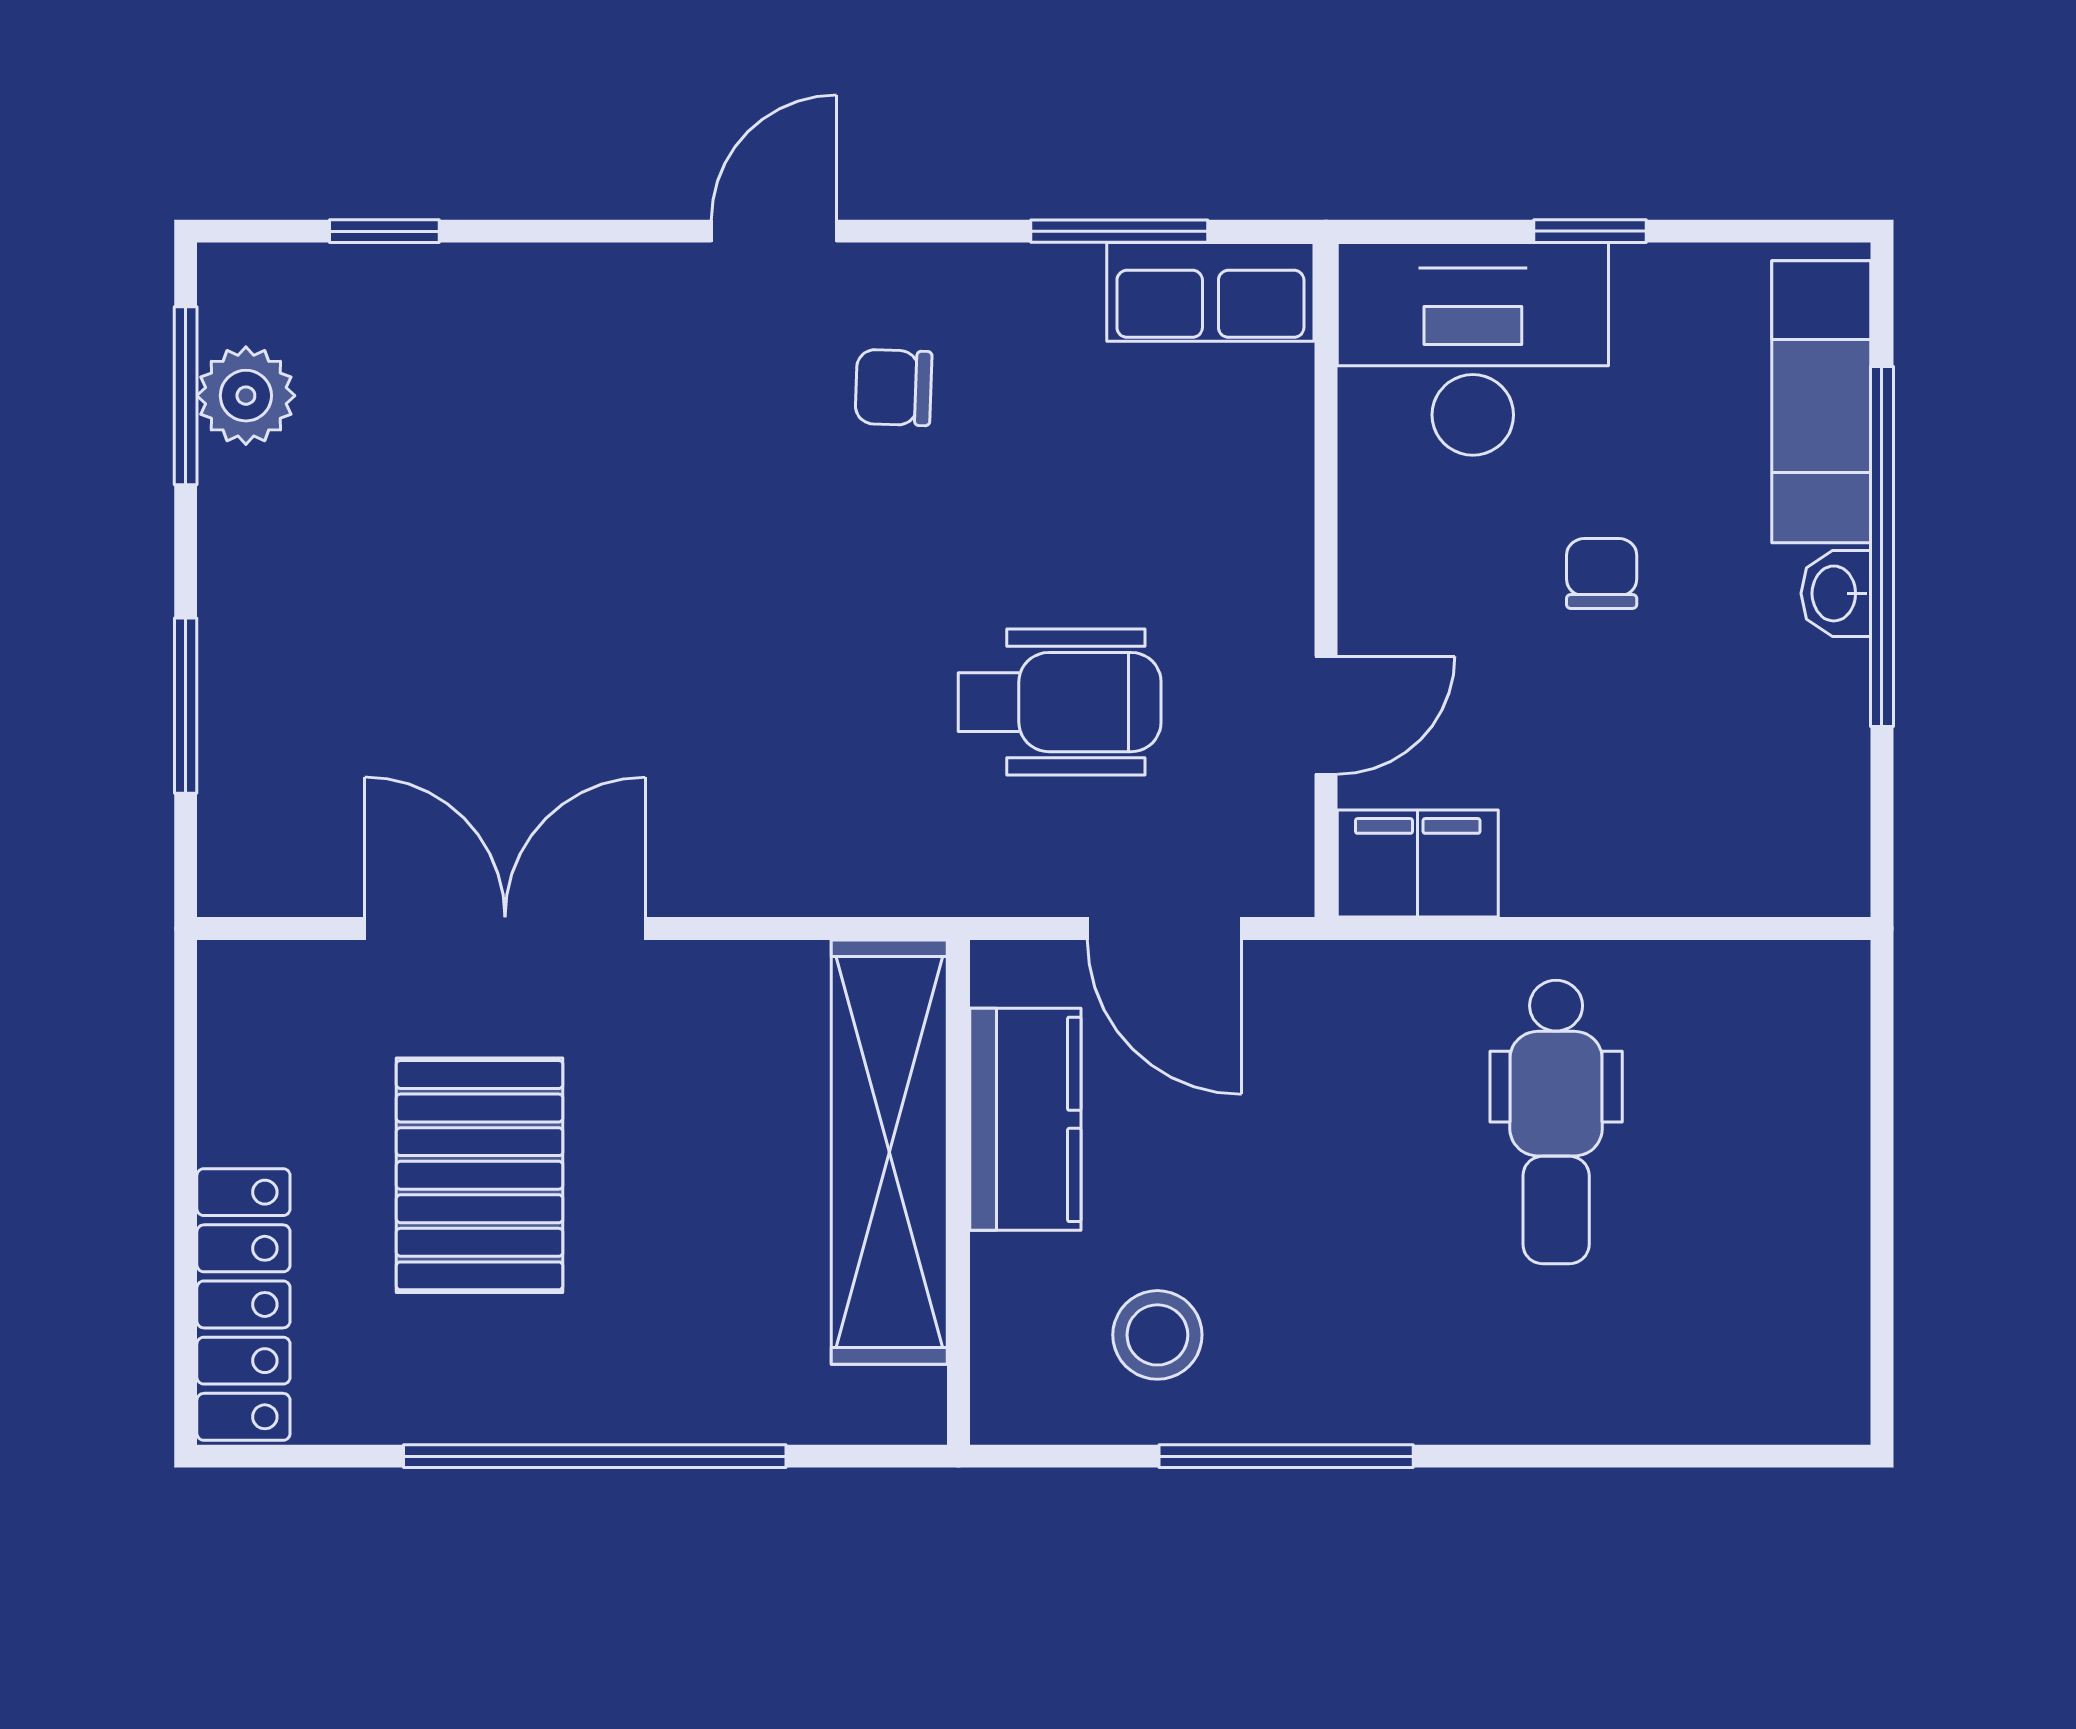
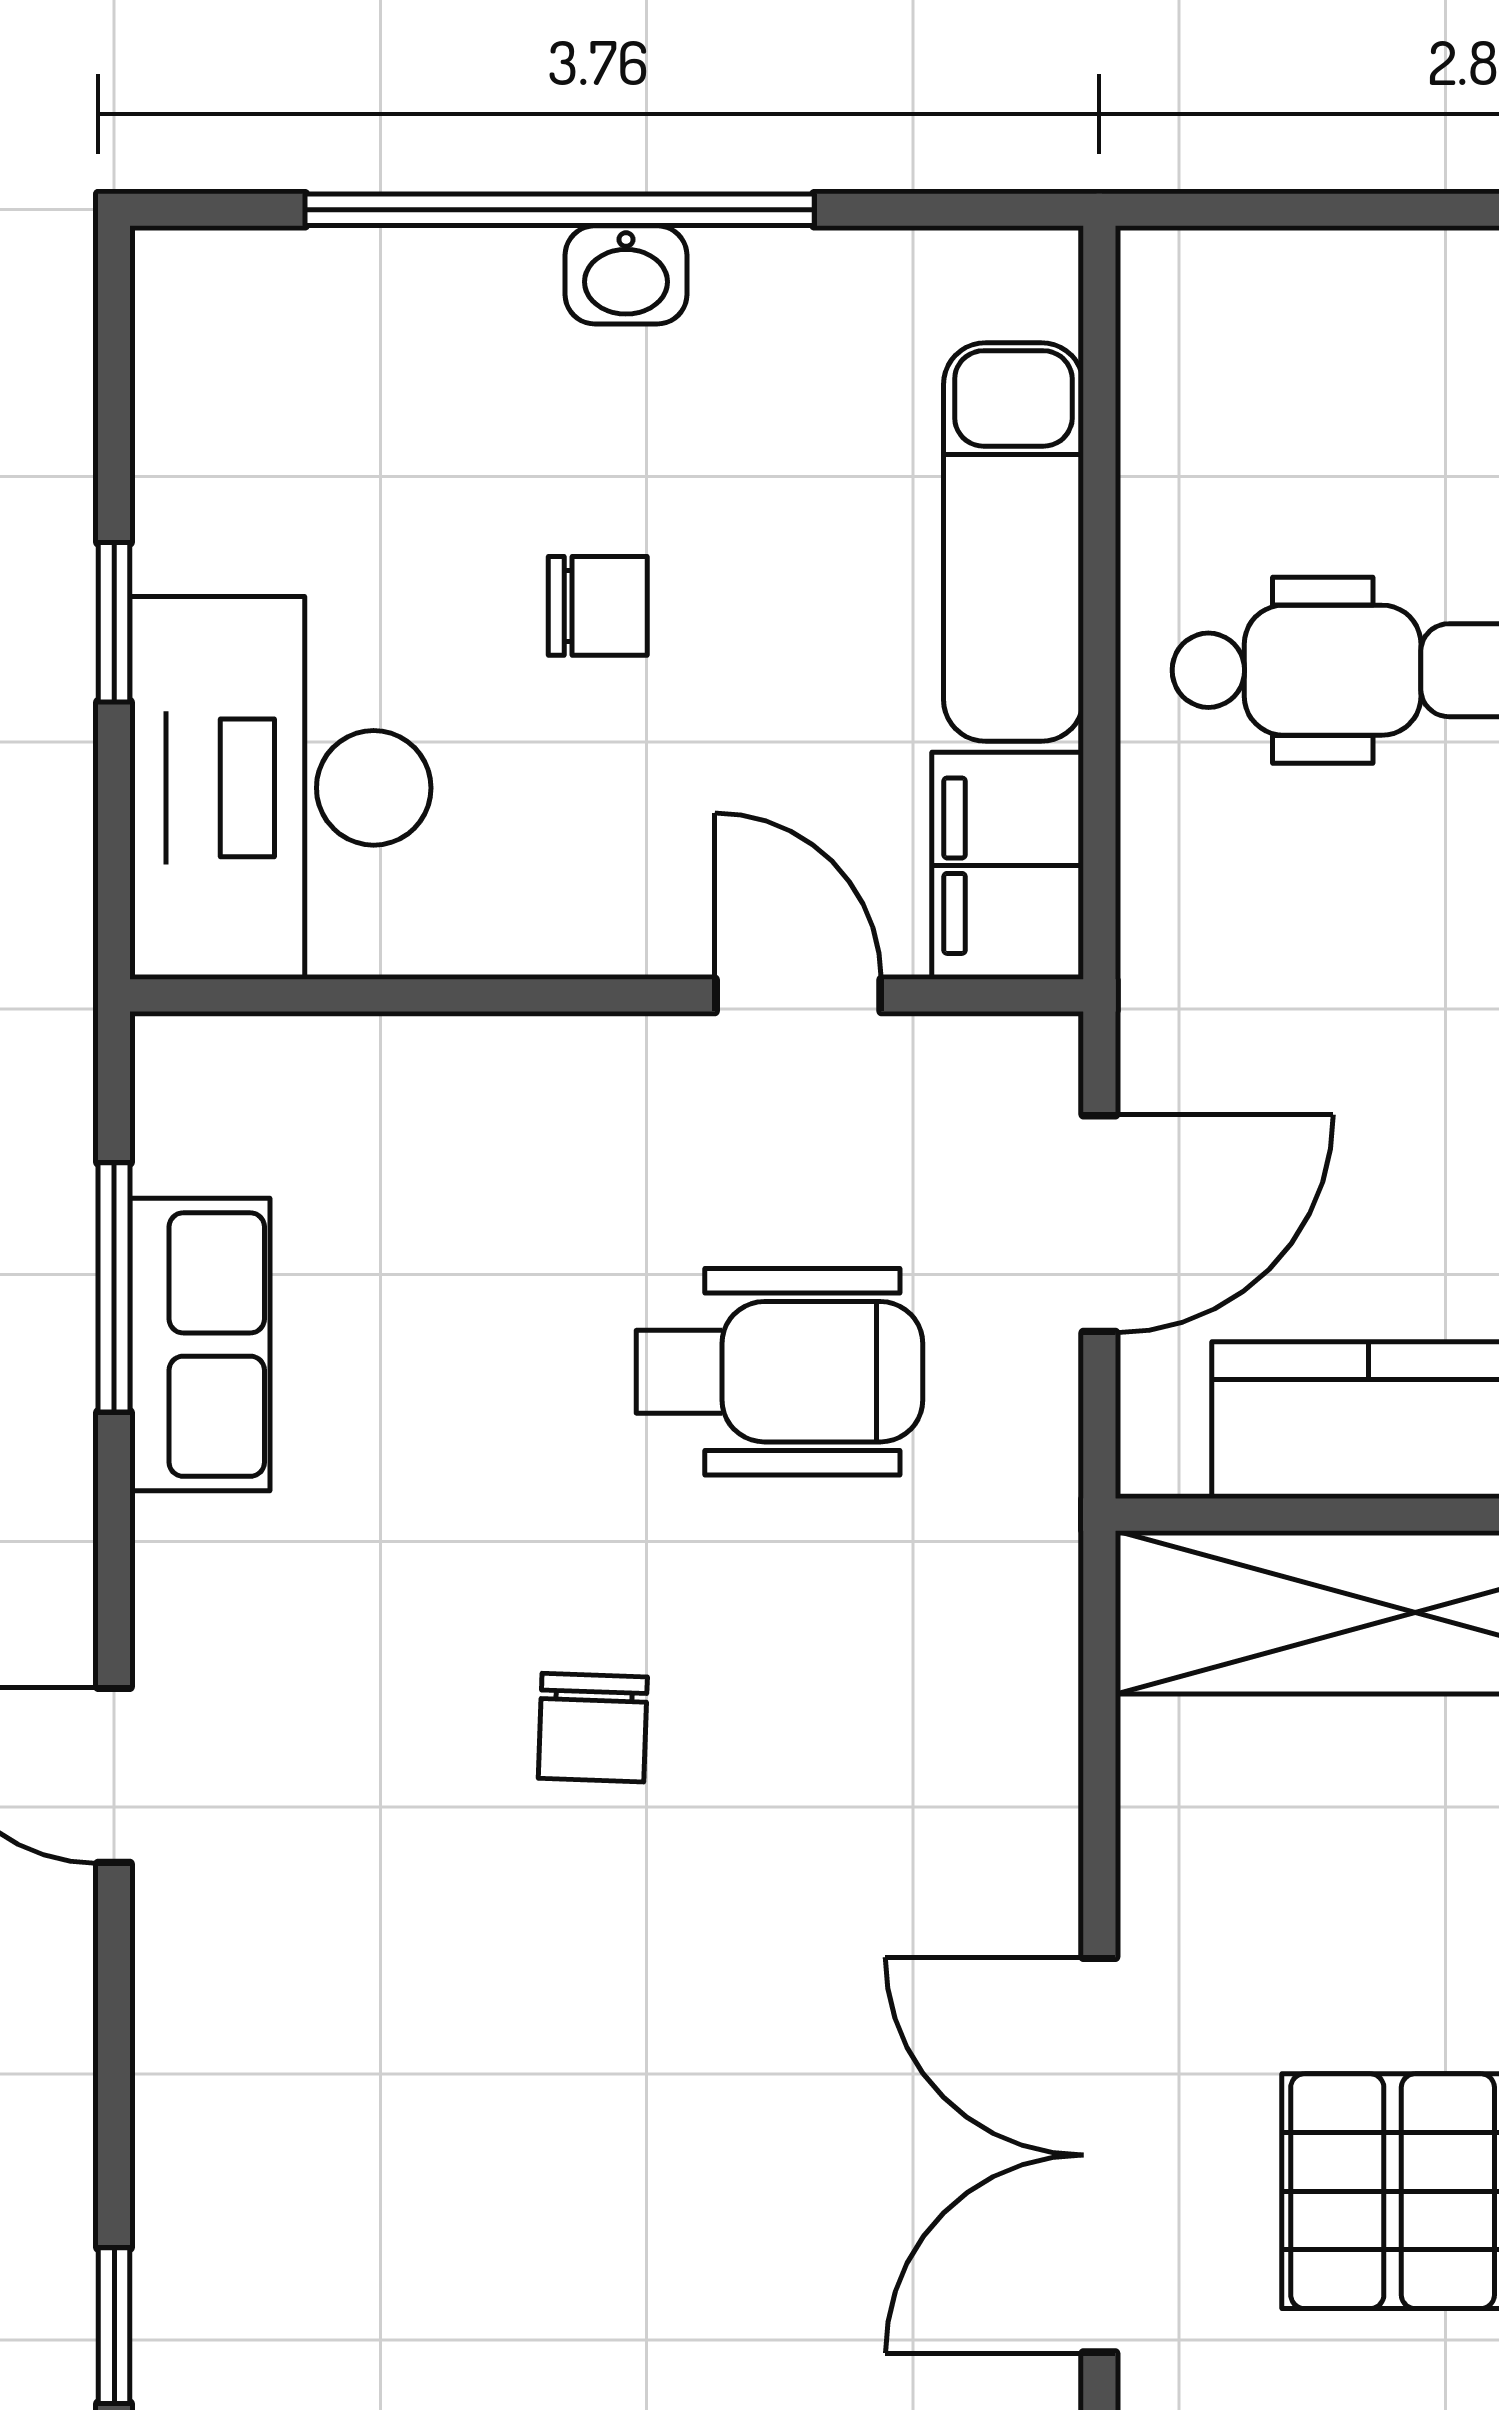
row of seats: (1210, 292) -> (200, 1345), moved
chair: (893, 388) -> (593, 1728), moved
exam couch: (1821, 402) -> (1013, 542), moved, turned 90
chair: (1602, 573) -> (598, 606), turned 180
wheelchair: (1060, 702) -> (779, 1372), turned 90

